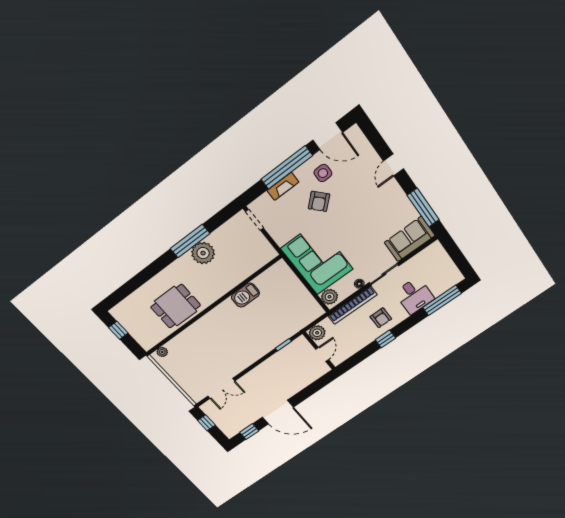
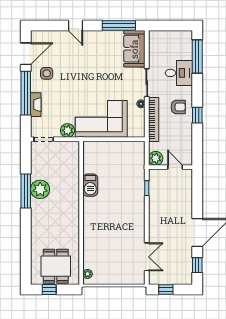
armchair: (319, 201) -> (63, 89), removed
plant: (330, 297) -> (68, 130), moved
dining table: (176, 306) -> (56, 266), moved

